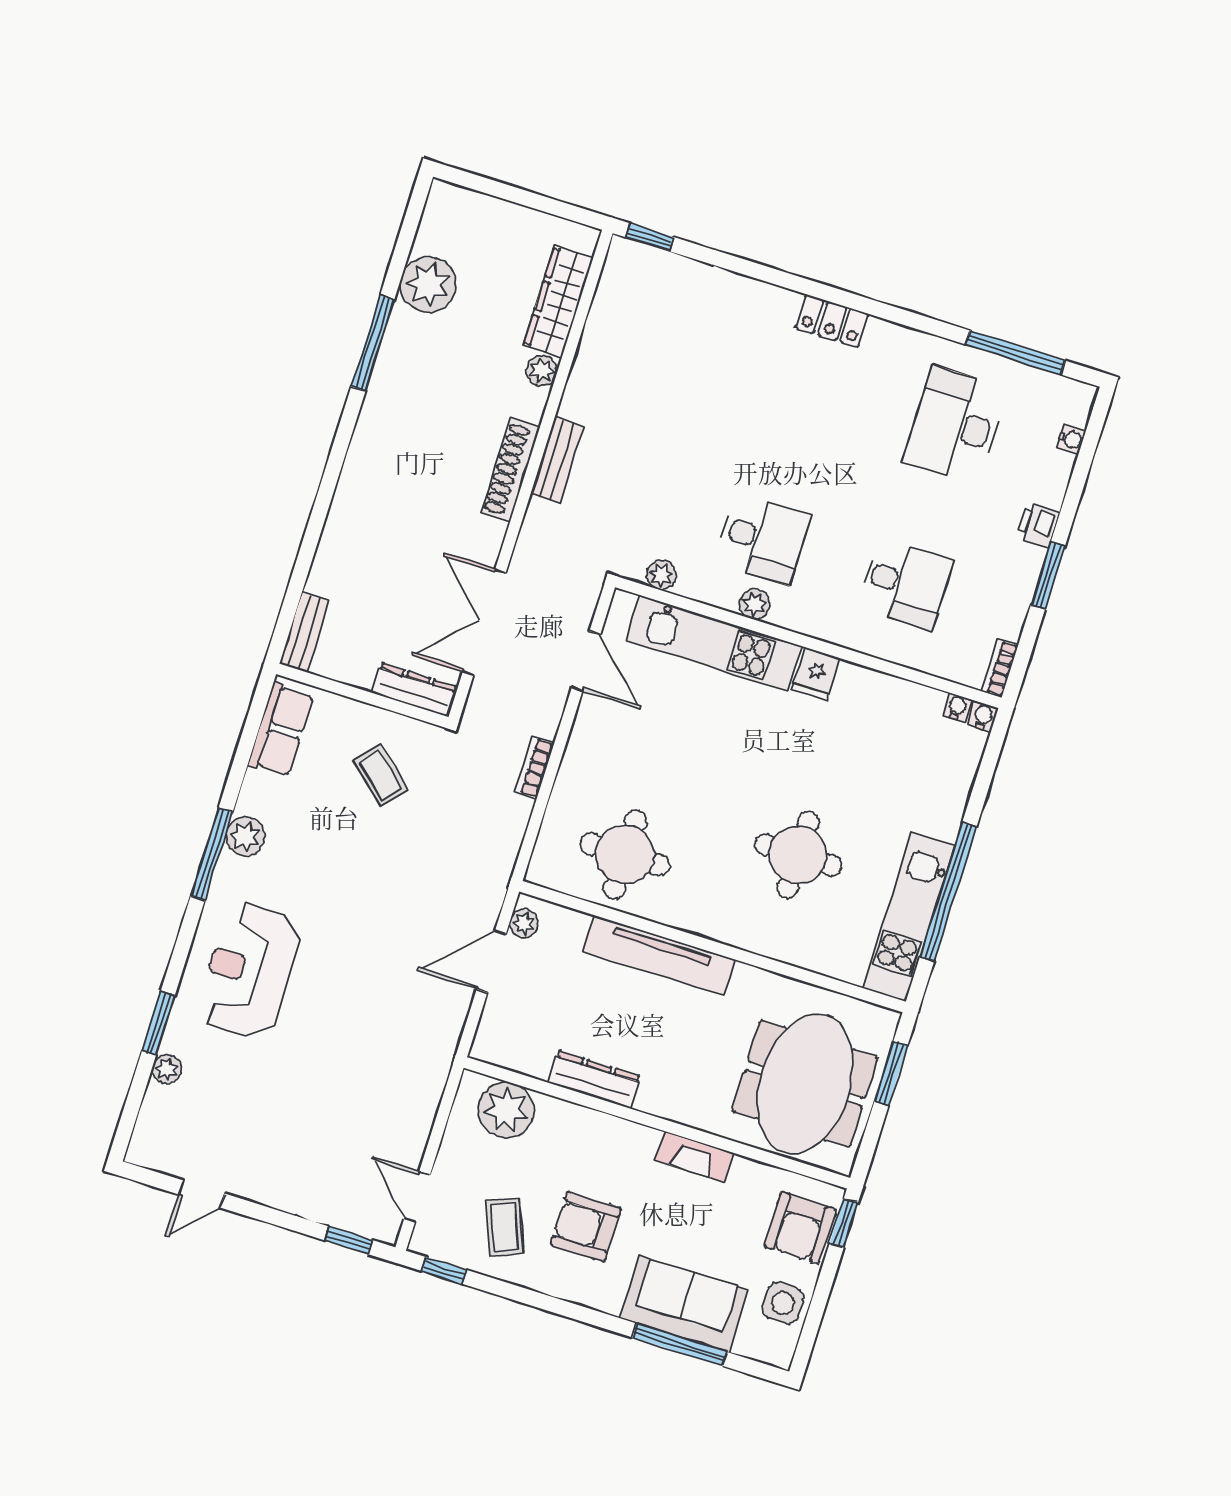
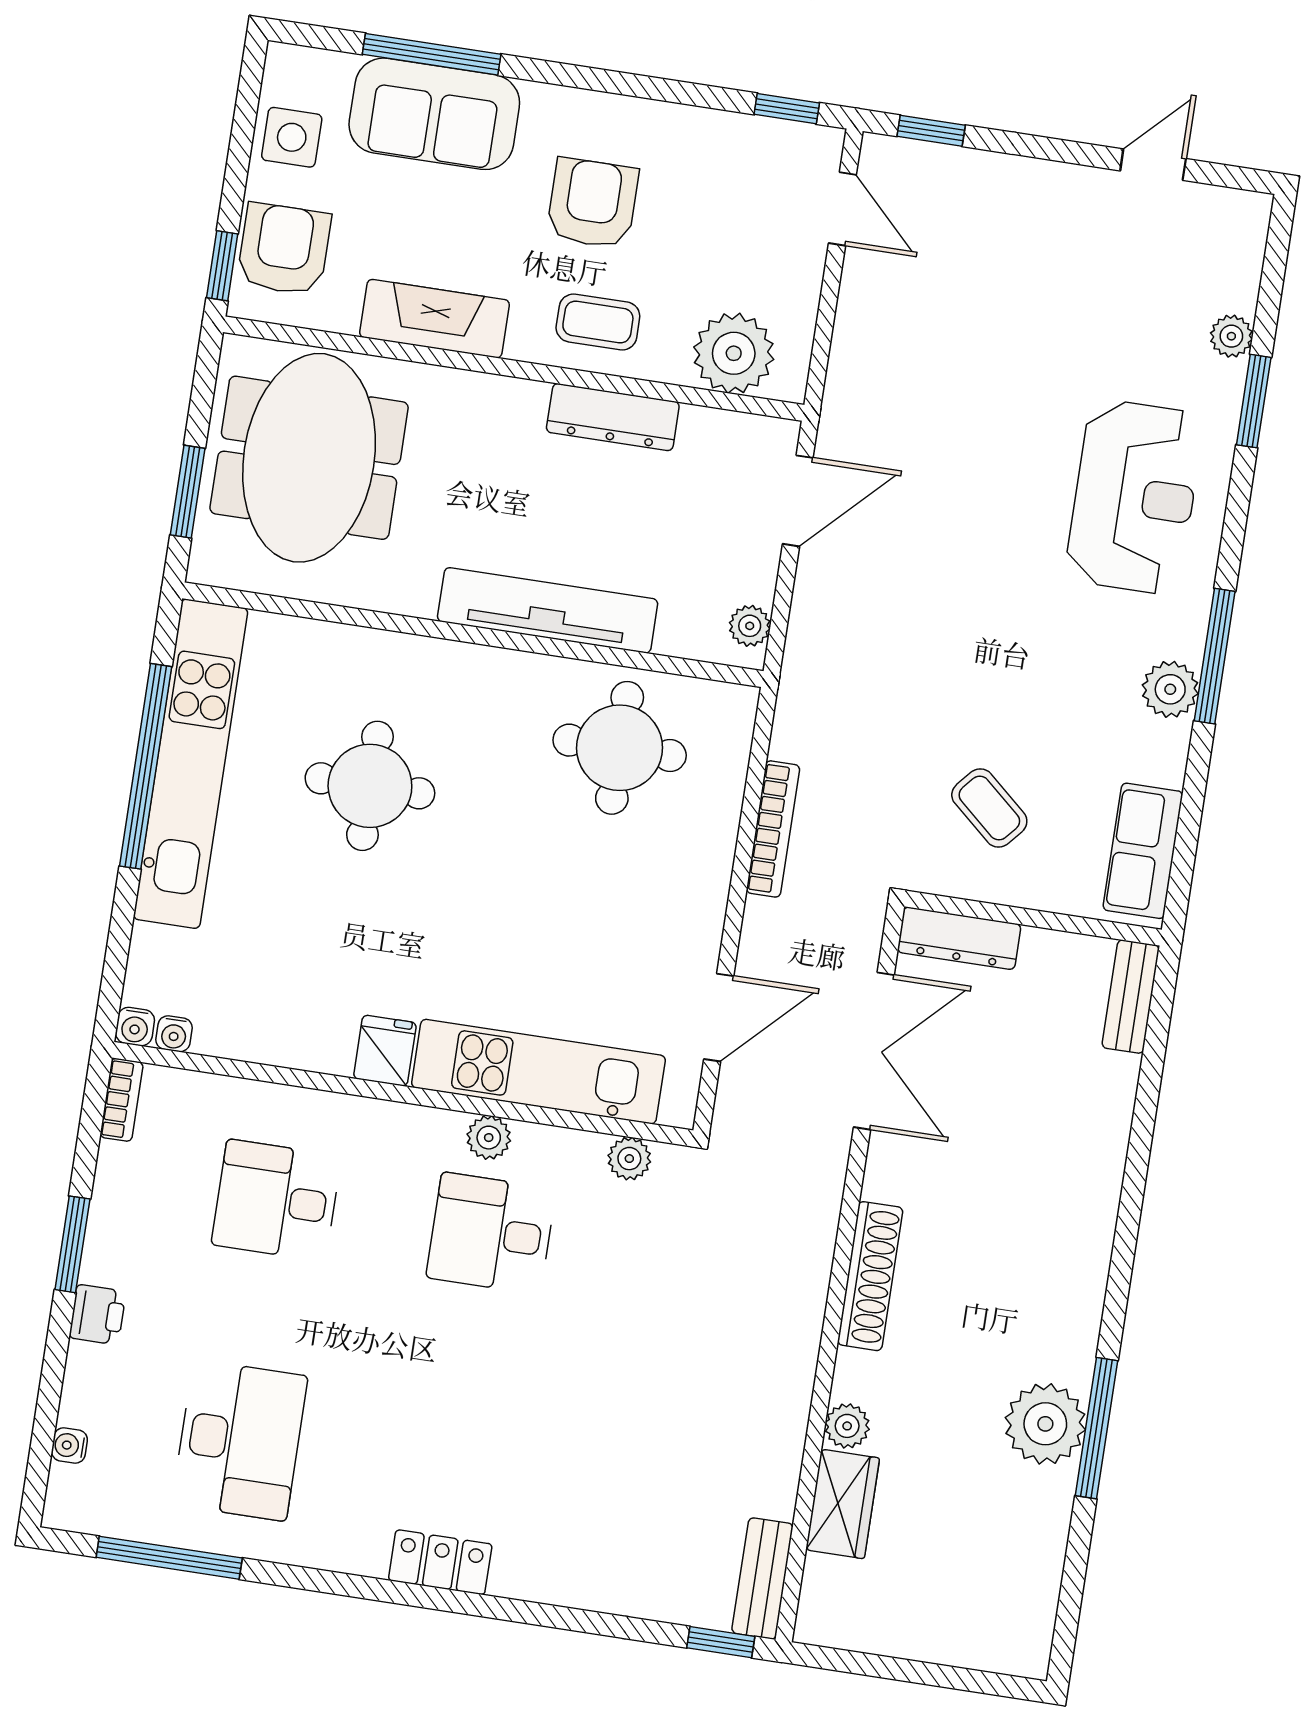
plant: (428, 284) -> (1045, 1424), moved
wardrobe: (558, 302) -> (843, 1504), width x0.67
bench: (557, 460) -> (762, 1578), moved
door: (586, 661) -> (719, 1018), swing flipped
bookcase: (534, 768) -> (773, 829), width x1.56
kitchen unit: (909, 917) -> (191, 764), width x1.36
door: (491, 961) -> (798, 501), moved
fireplace: (694, 1156) -> (435, 319), width x1.37, depth x1.32
coffee table: (504, 1227) -> (598, 322), moved, turned -68
armchair: (586, 1227) -> (593, 203), turned -90

